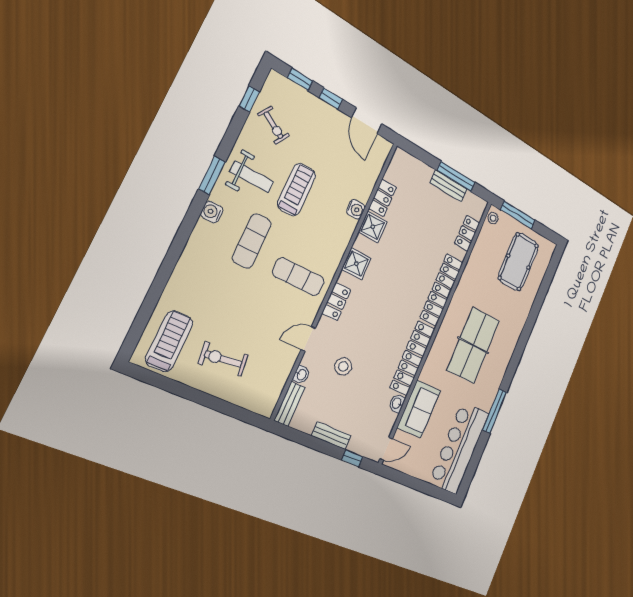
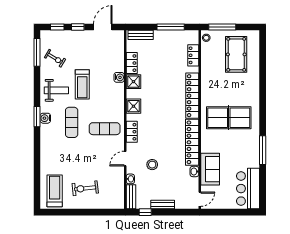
window: (249, 99) -> (37, 52), width x2.17
door: (367, 121) -> (103, 27), swing flipped
window: (212, 175) -> (37, 117), moved
bench: (449, 186) -> (141, 35), moved
treadmill: (297, 190) -> (82, 84), turned 180
table tennis table: (473, 345) -> (229, 118), turned 90
bar counter: (459, 448) -> (248, 189), width x0.73
window: (352, 458) -> (145, 212), moved

